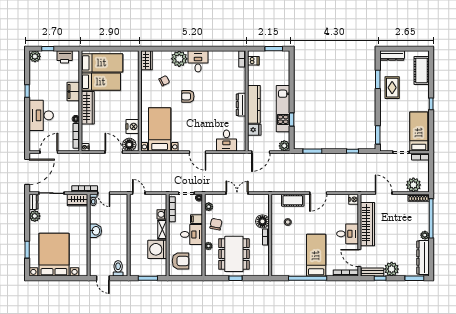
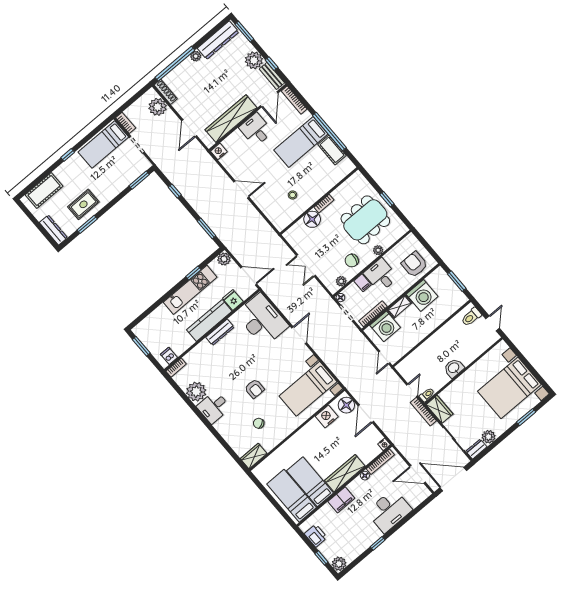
plant: (179, 59) -> (196, 392), moved
desk: (226, 141) -> (262, 320), width x1.87, depth x1.30
cot: (293, 200) -> (332, 150), moved
washing machine: (162, 214) -> (385, 326), width x1.89, depth x1.89

